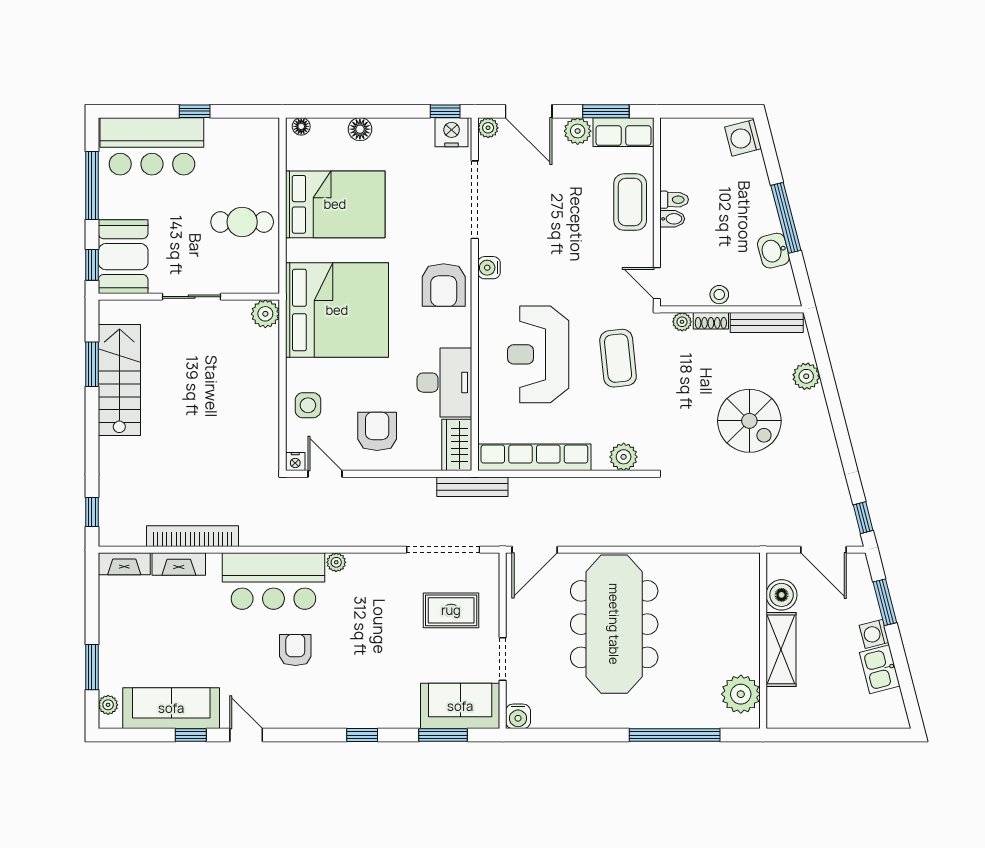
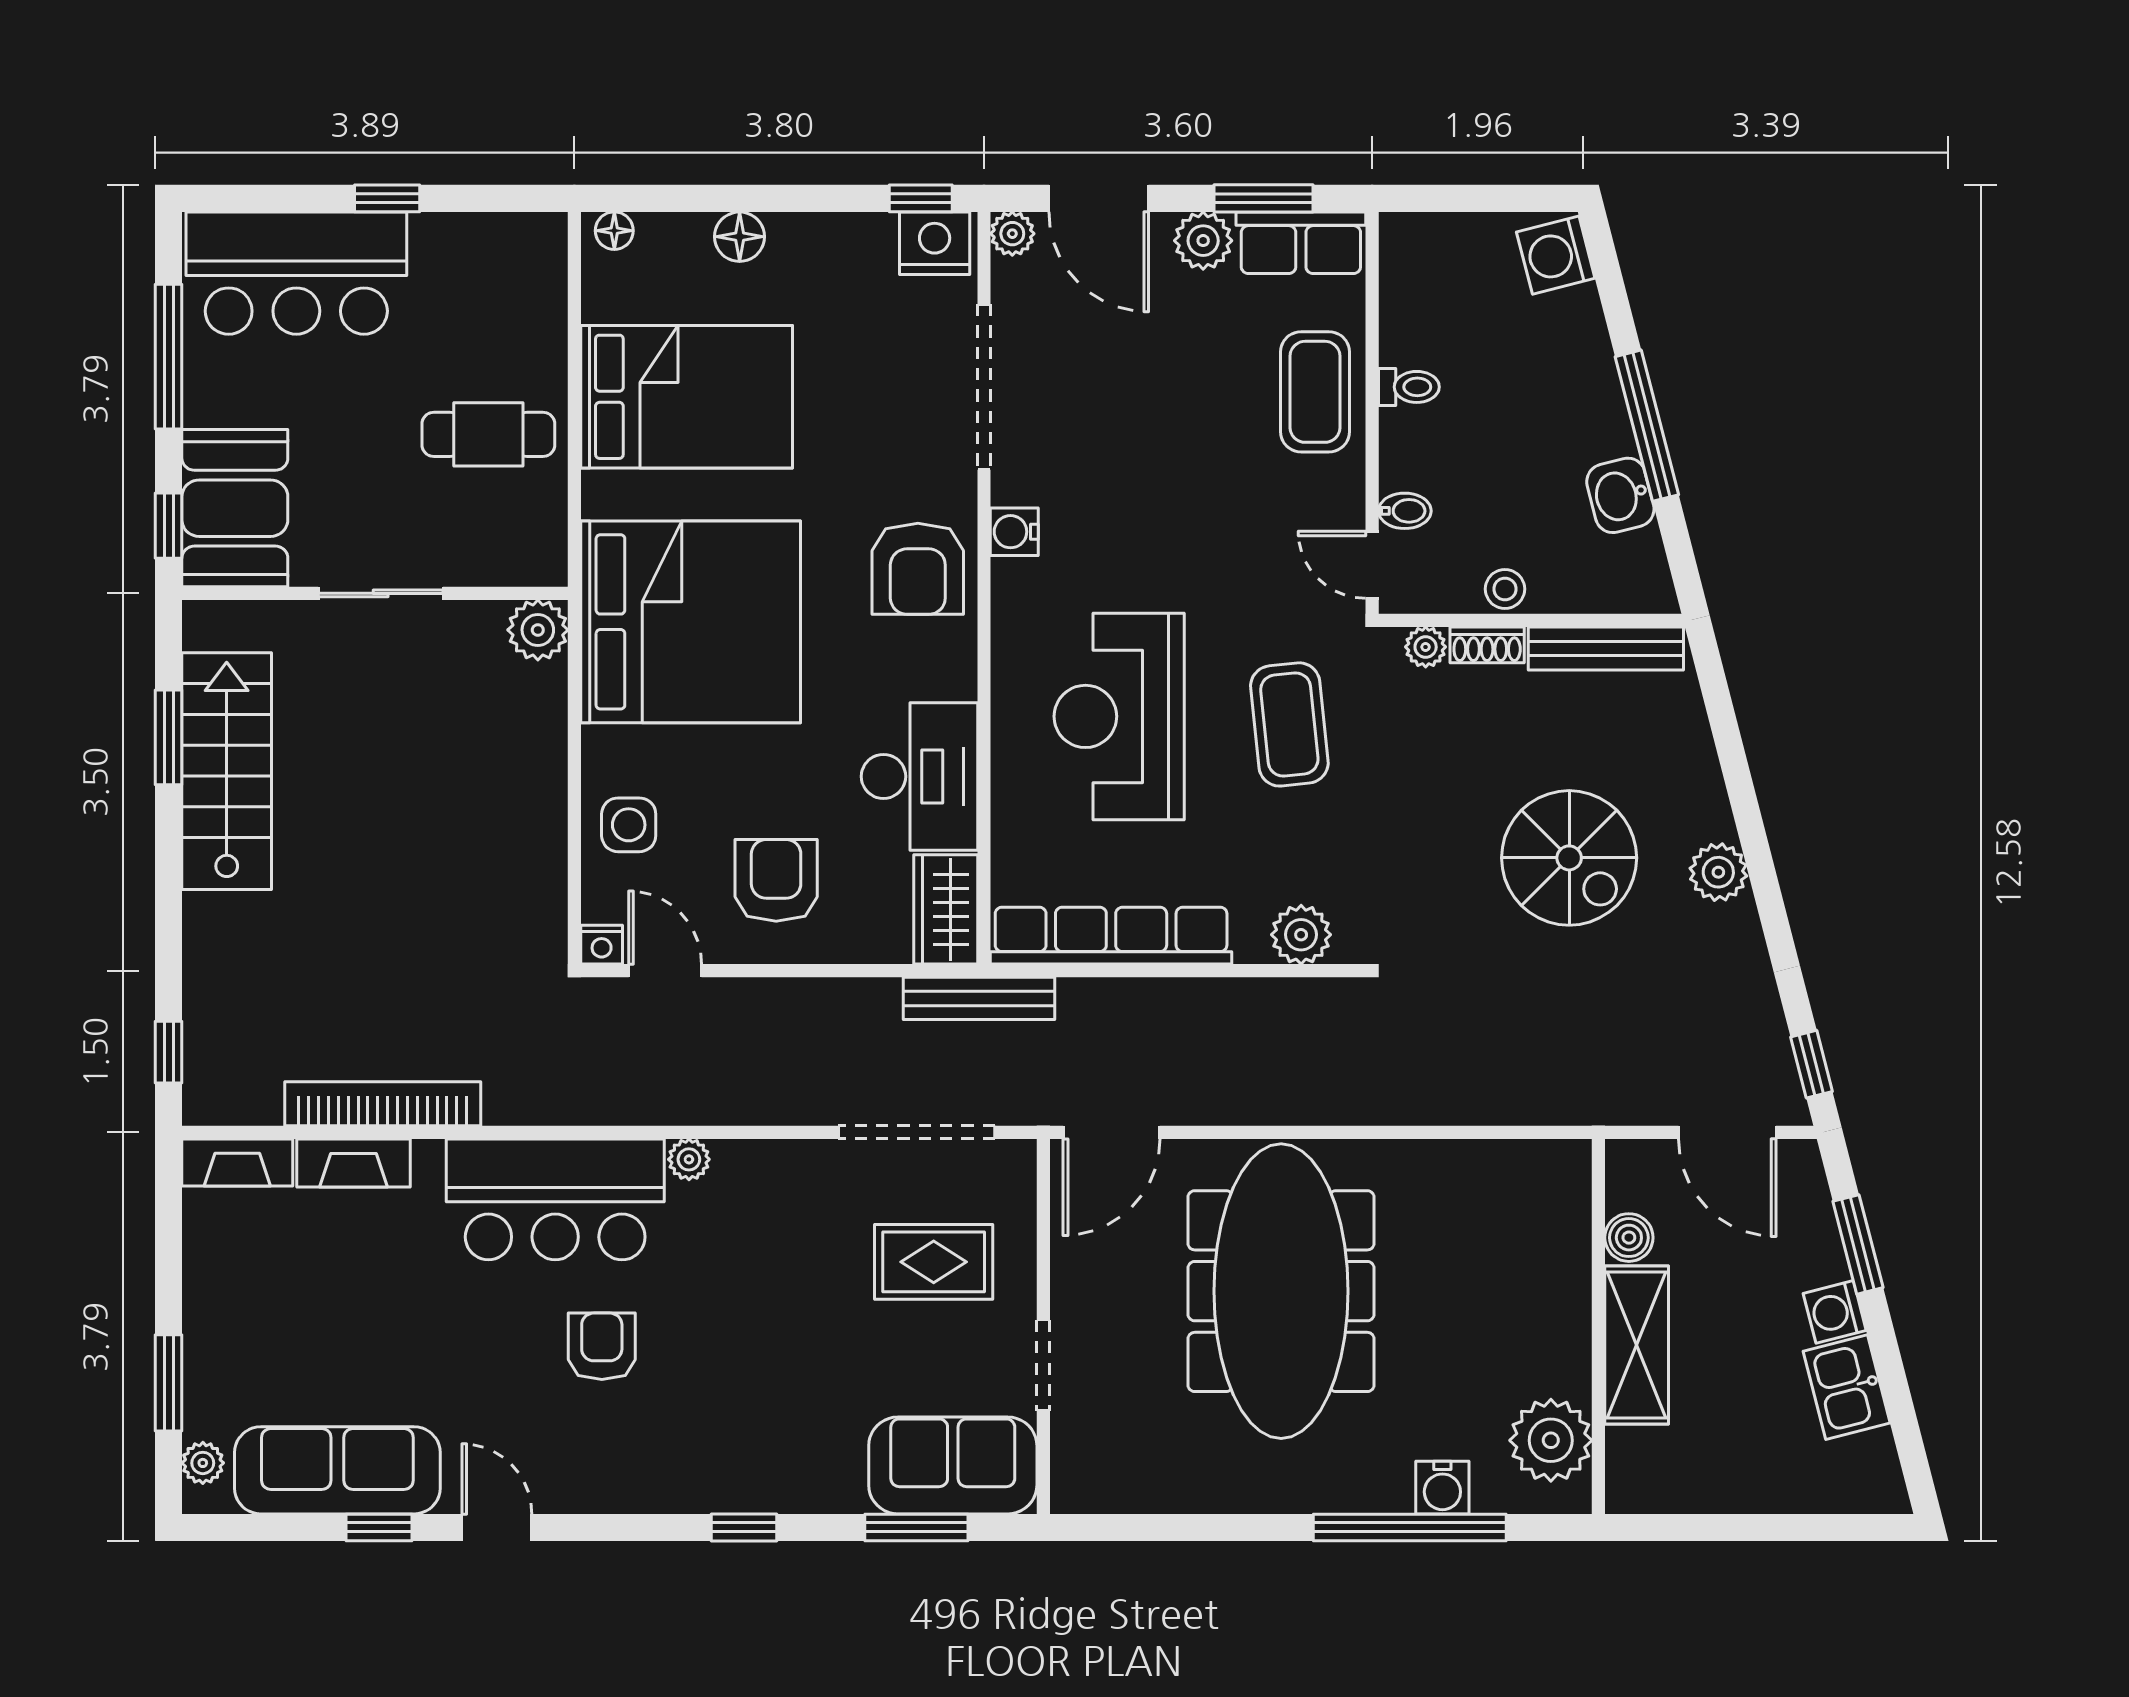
bidet: (672, 219) -> (1405, 511), moved
plant: (806, 376) -> (1718, 872), moved
boiler: (782, 595) -> (1629, 1238), width x0.73, depth x0.73
water cooler: (518, 716) -> (1442, 1488), moved

